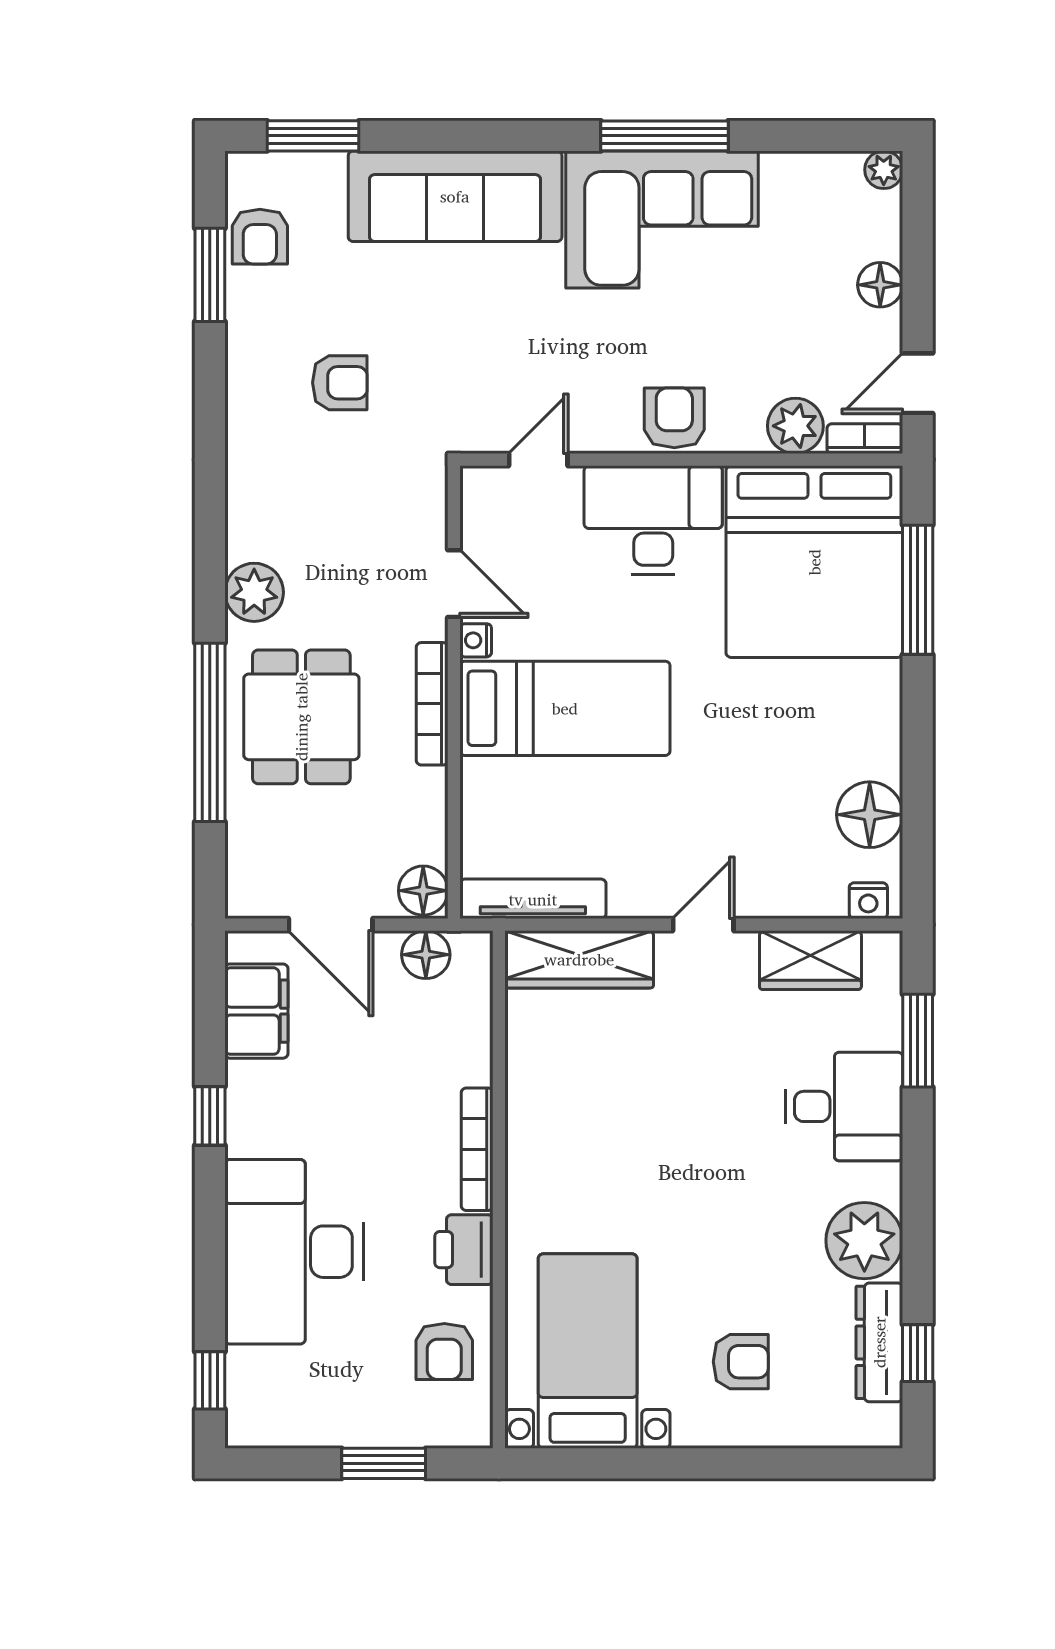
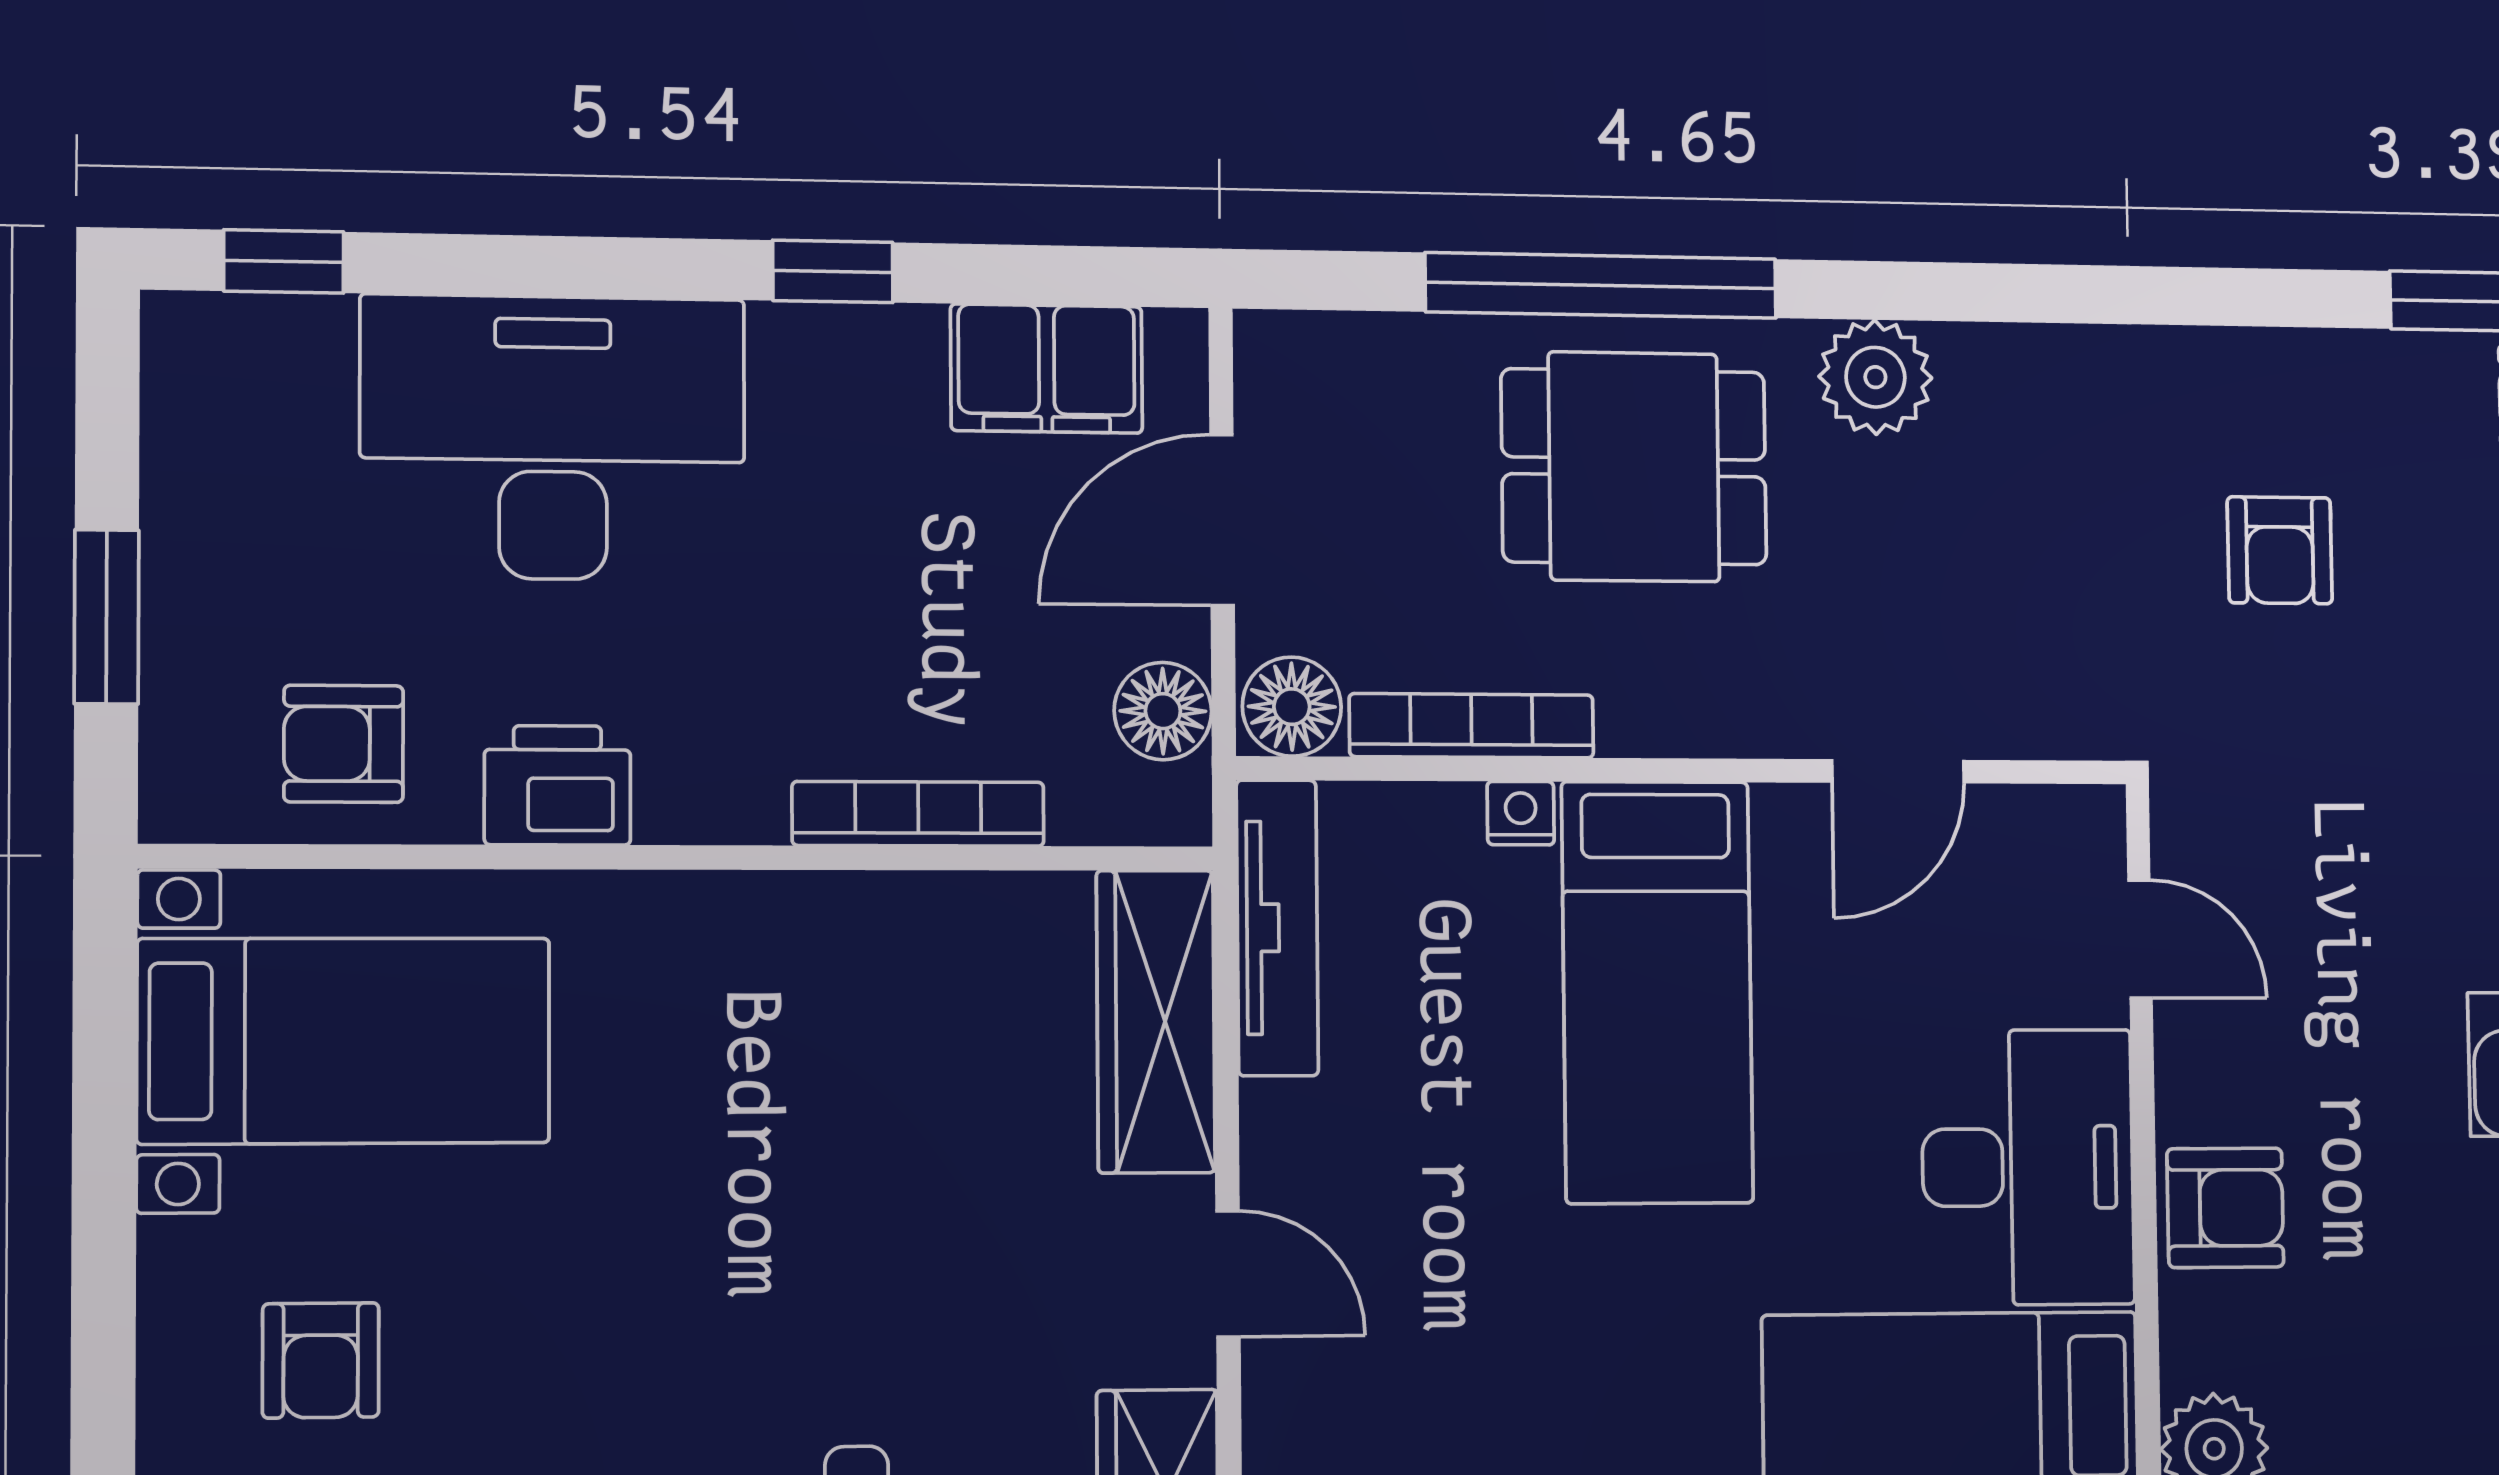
nightstand: (476, 640) -> (1521, 813), moved
bookcase: (432, 704) -> (1472, 726), moved
bookcase: (477, 1149) -> (918, 814), moved

